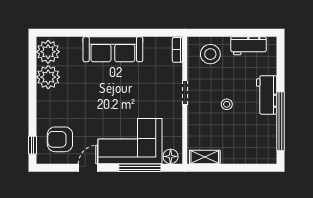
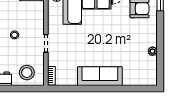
plant: (48, 52) -> (149, 74), removed
plant: (48, 77) -> (152, 51), width x0.53, depth x0.53

